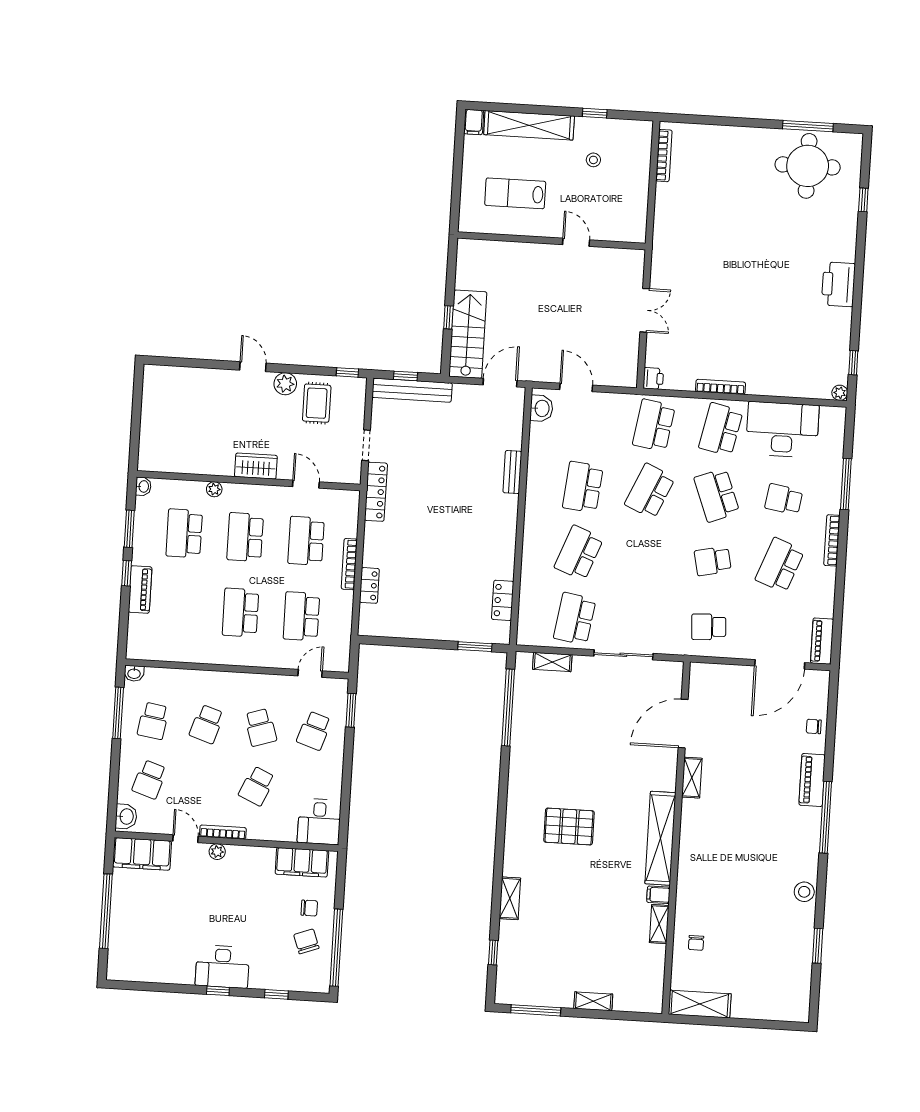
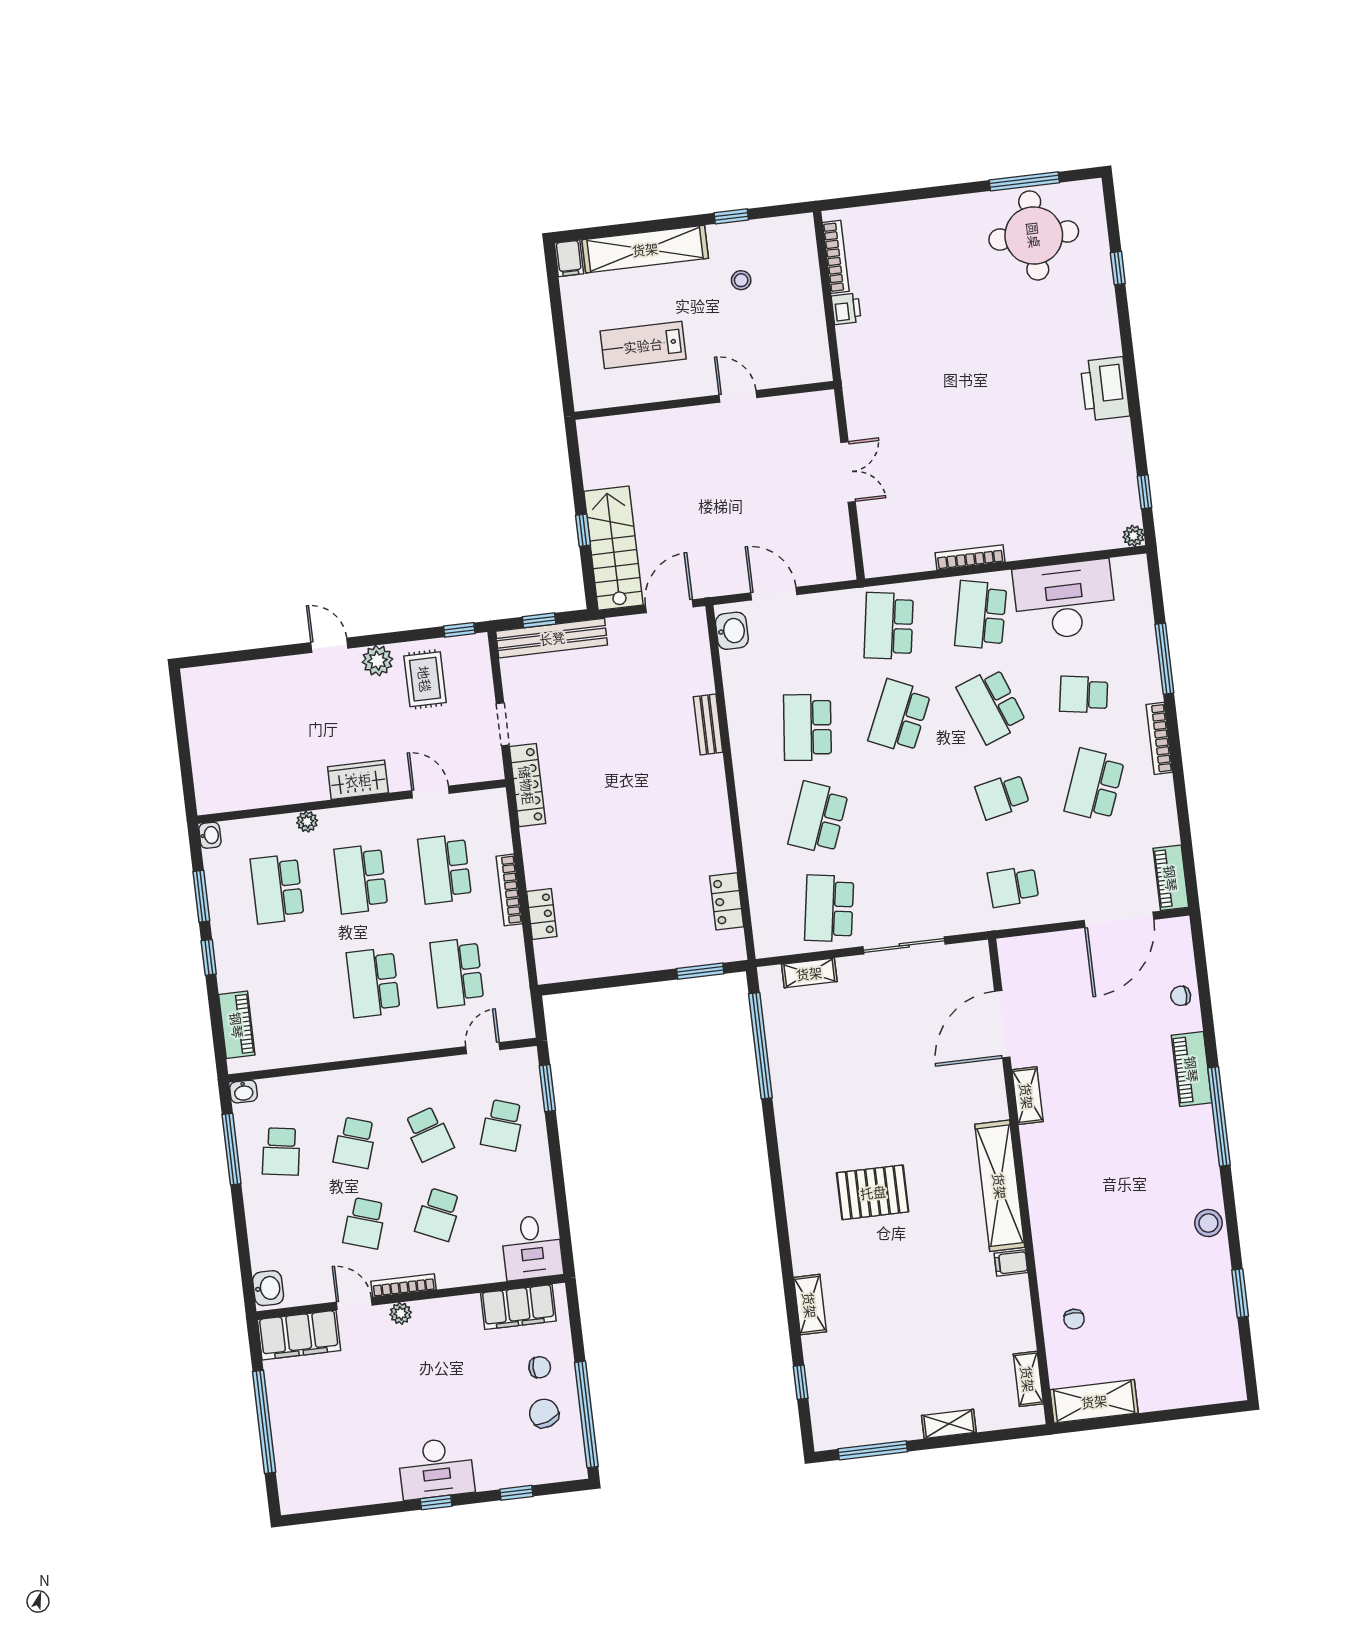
printer: (653, 378) -> (846, 309), moved
piano: (140, 589) -> (237, 1025), moved
school desk: (149, 779) -> (365, 1223), moved
shelving: (659, 924) -> (1028, 1379), moved

